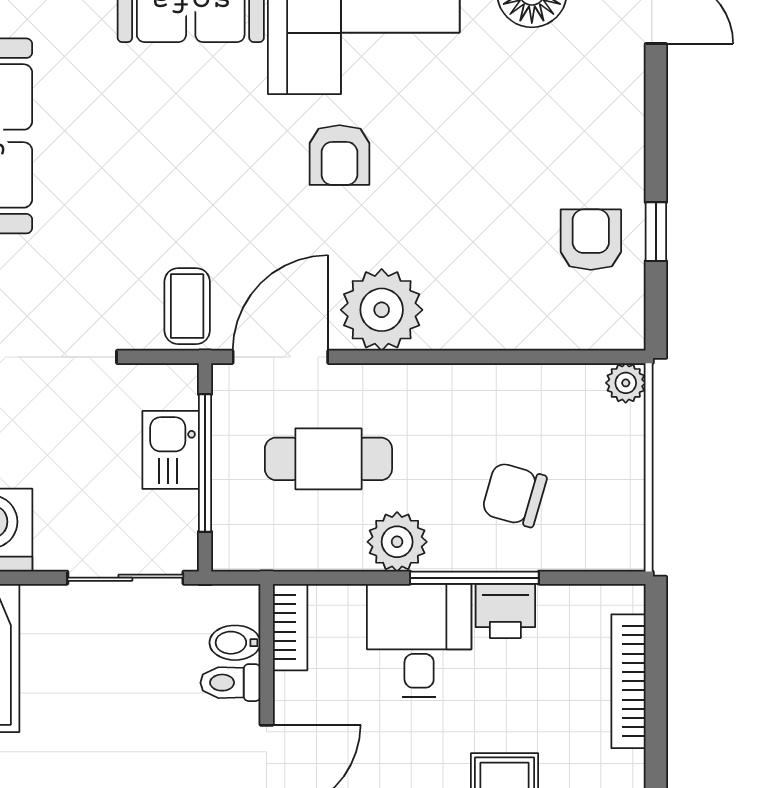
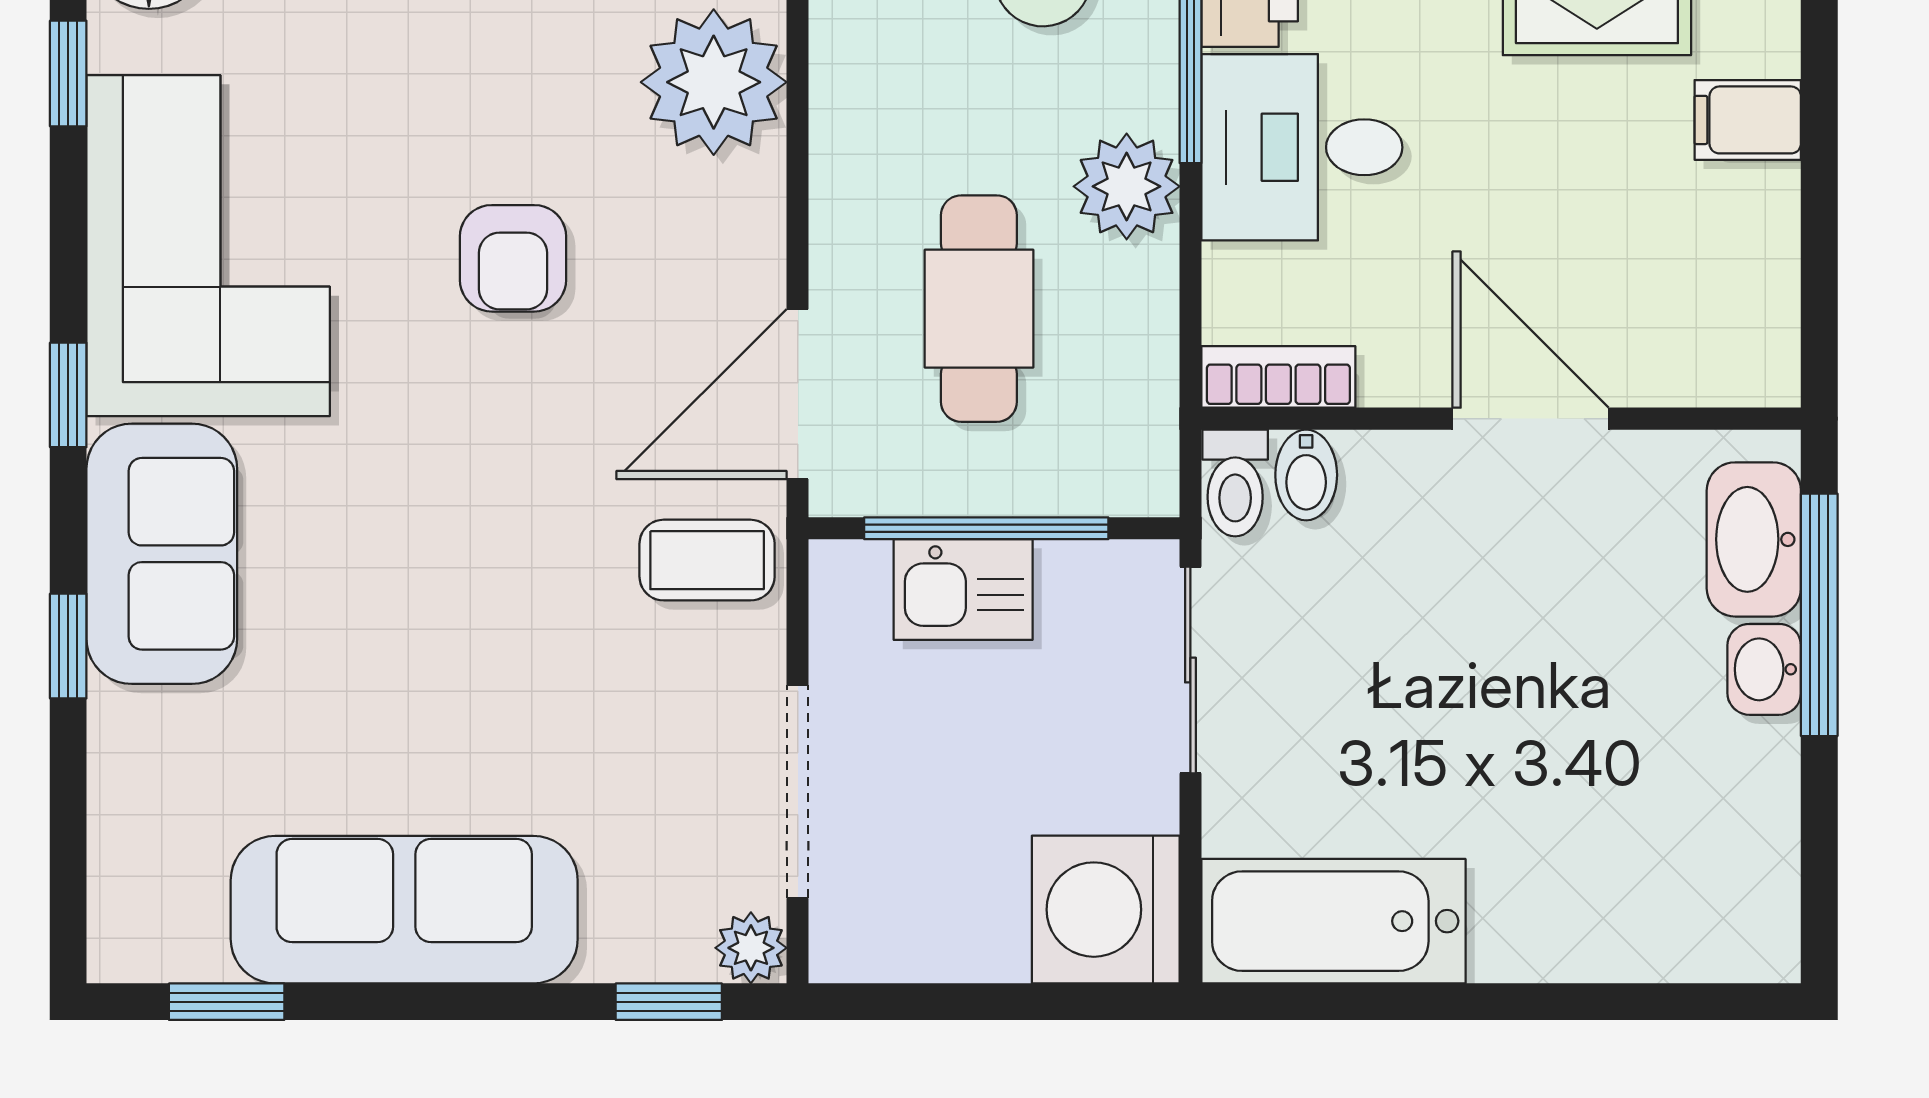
armchair: (339, 155) -> (513, 258), moved, turned 90
plant: (382, 310) -> (714, 82), moved
door: (280, 357) -> (798, 394), hinge flipped
toilet: (230, 683) -> (1235, 483), moved

